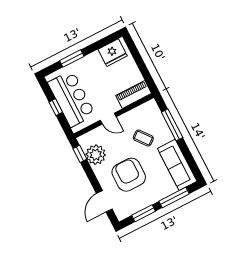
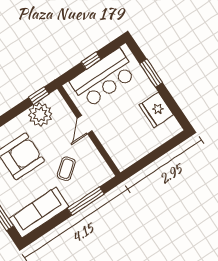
fridge: (113, 53) -> (156, 110), moved
piano: (134, 94) -> (117, 151), removed

